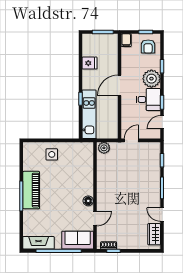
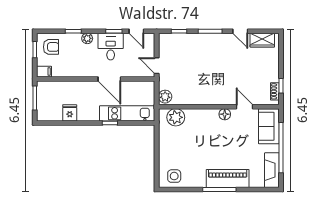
plant: (151, 79) -> (87, 38), width x0.53, depth x0.53
door: (120, 85) -> (109, 79), moved
side table: (52, 154) -> (174, 176), moved
plant: (86, 157) -> (176, 117), added
piano: (31, 190) -> (228, 178), moved
door: (162, 215) -> (240, 31), hinge flipped

